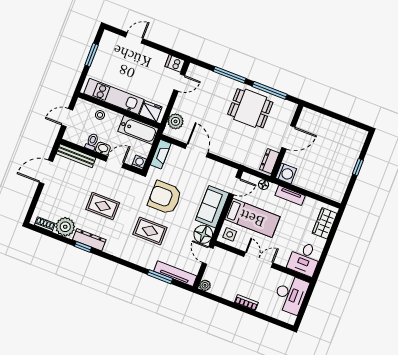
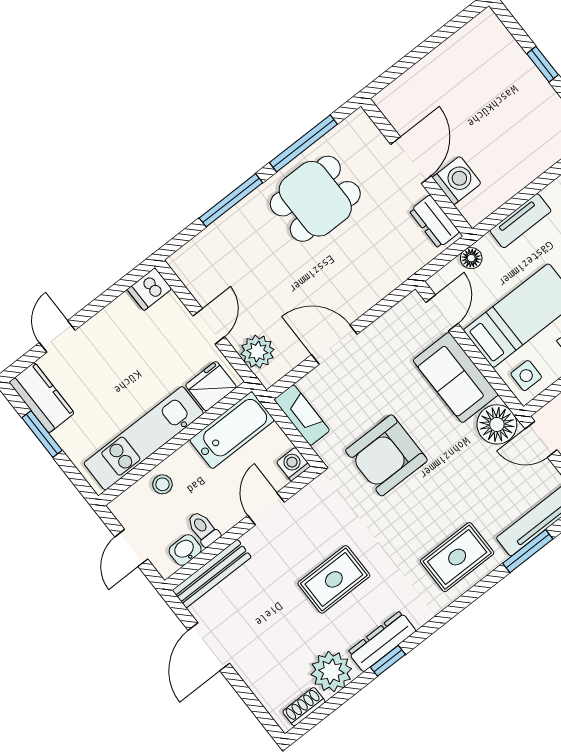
kitchen counter: (106, 46) -> (42, 398), added
door: (179, 83) -> (209, 326), moved
washbasin: (103, 149) -> (185, 550), moved
washing machine: (286, 173) -> (457, 180), moved
rug: (150, 231) -> (457, 557), moved

